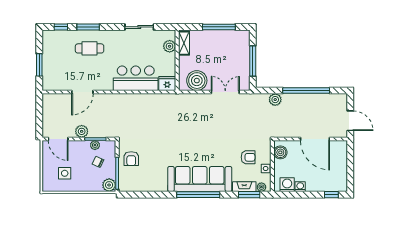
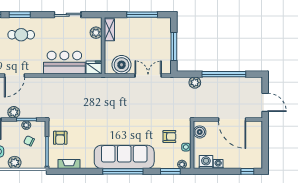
plant: (109, 185) -> (15, 162), moved
fireplace: (244, 187) -> (69, 164), moved

